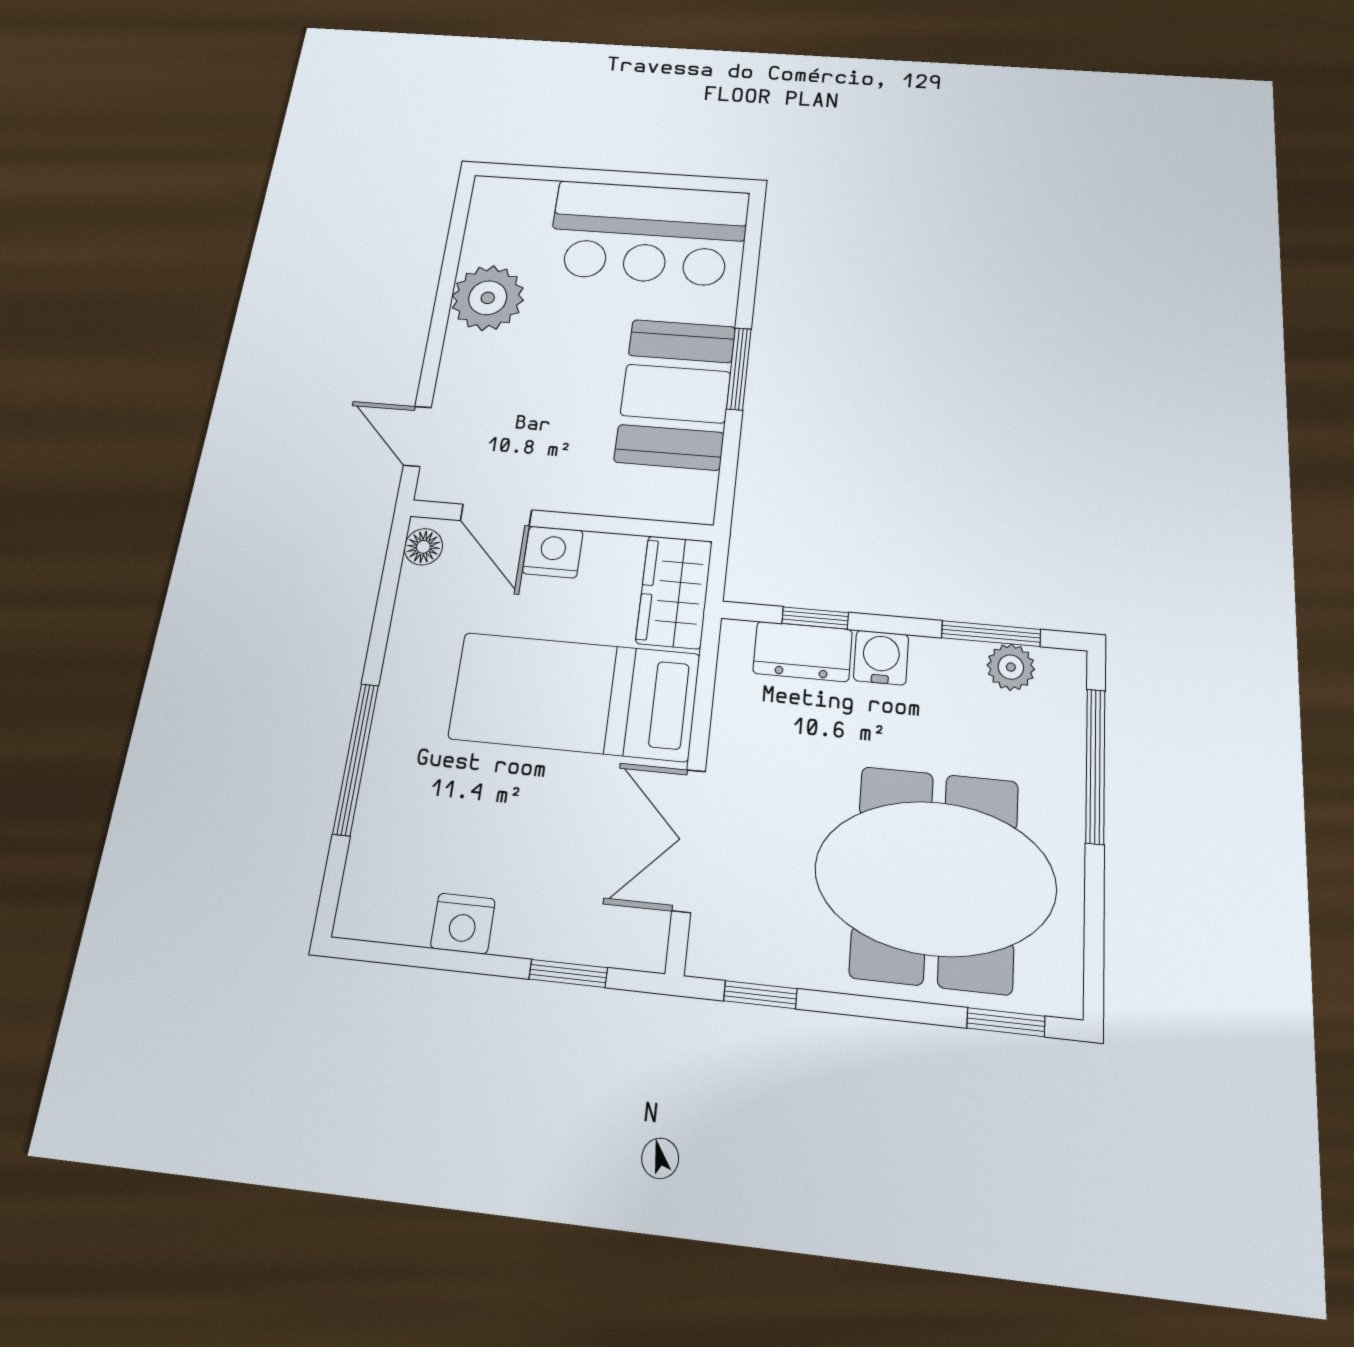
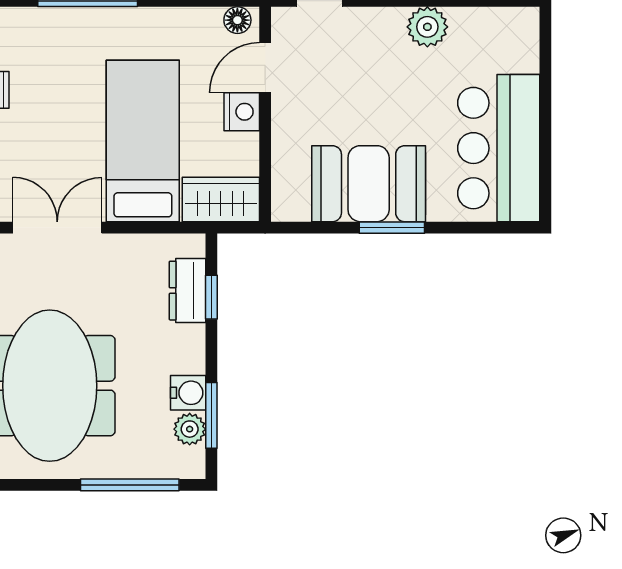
plant: (488, 298) -> (427, 27), width x0.73, depth x0.73
water cooler: (881, 658) -> (188, 393), moved

